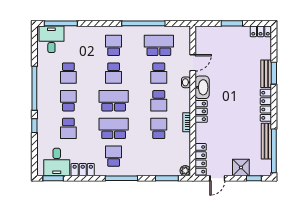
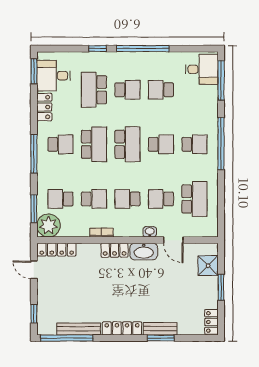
window: (143, 23) -> (221, 144), moved
school desk: (114, 73) -> (161, 144), turned 180
school desk: (68, 128) -> (94, 90), width x1.85
school desk: (159, 156) -> (60, 199), added
shower: (241, 167) -> (208, 266), moved
plant: (185, 171) -> (48, 225), width x1.87, depth x1.87

